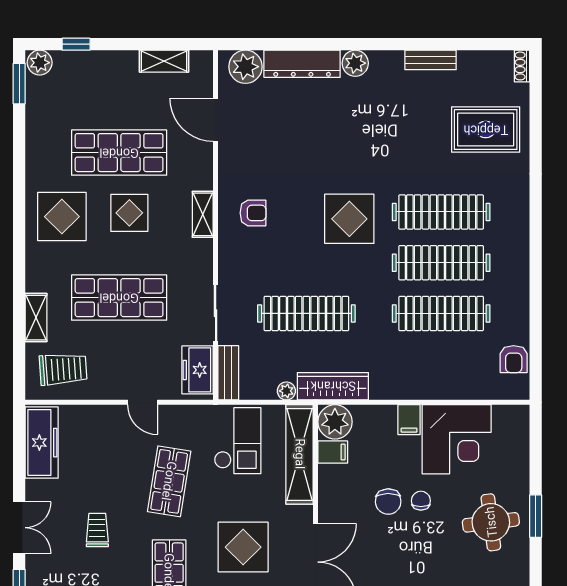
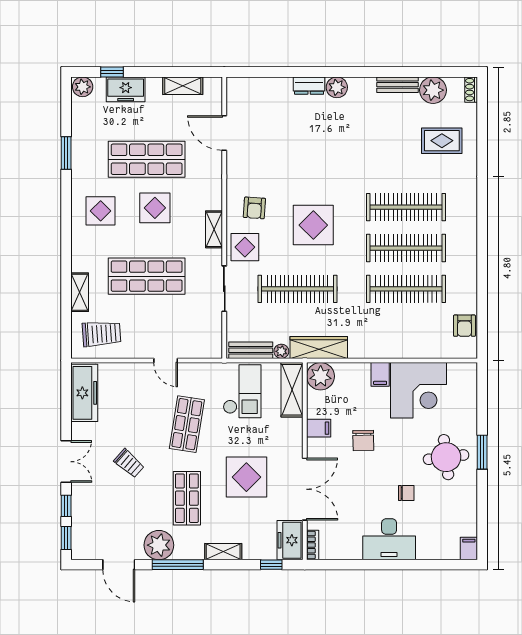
dresser: (302, 64) -> (309, 86), width x0.51, depth x0.80
plant: (245, 67) -> (433, 90), moved
window: (19, 84) -> (66, 153), moved
rug: (486, 130) -> (442, 141), width x0.73, depth x0.70
armchair: (253, 213) -> (254, 208), turned 94
shelving: (203, 214) -> (214, 229), moved
display table: (62, 217) -> (101, 211), width x0.73, depth x0.73
display table: (349, 219) -> (313, 225), moved
display table: (241, 262) -> (245, 247), added
freezer: (198, 370) -> (126, 89), moved, turned -90
bench: (228, 373) -> (251, 350), moved, turned 90
filing cabinet: (333, 452) -> (319, 428), moved
shelving: (300, 454) -> (292, 390), width x0.68
chair: (421, 501) -> (406, 493), moved, turned 90
trolley: (97, 530) -> (129, 463), turned 131

